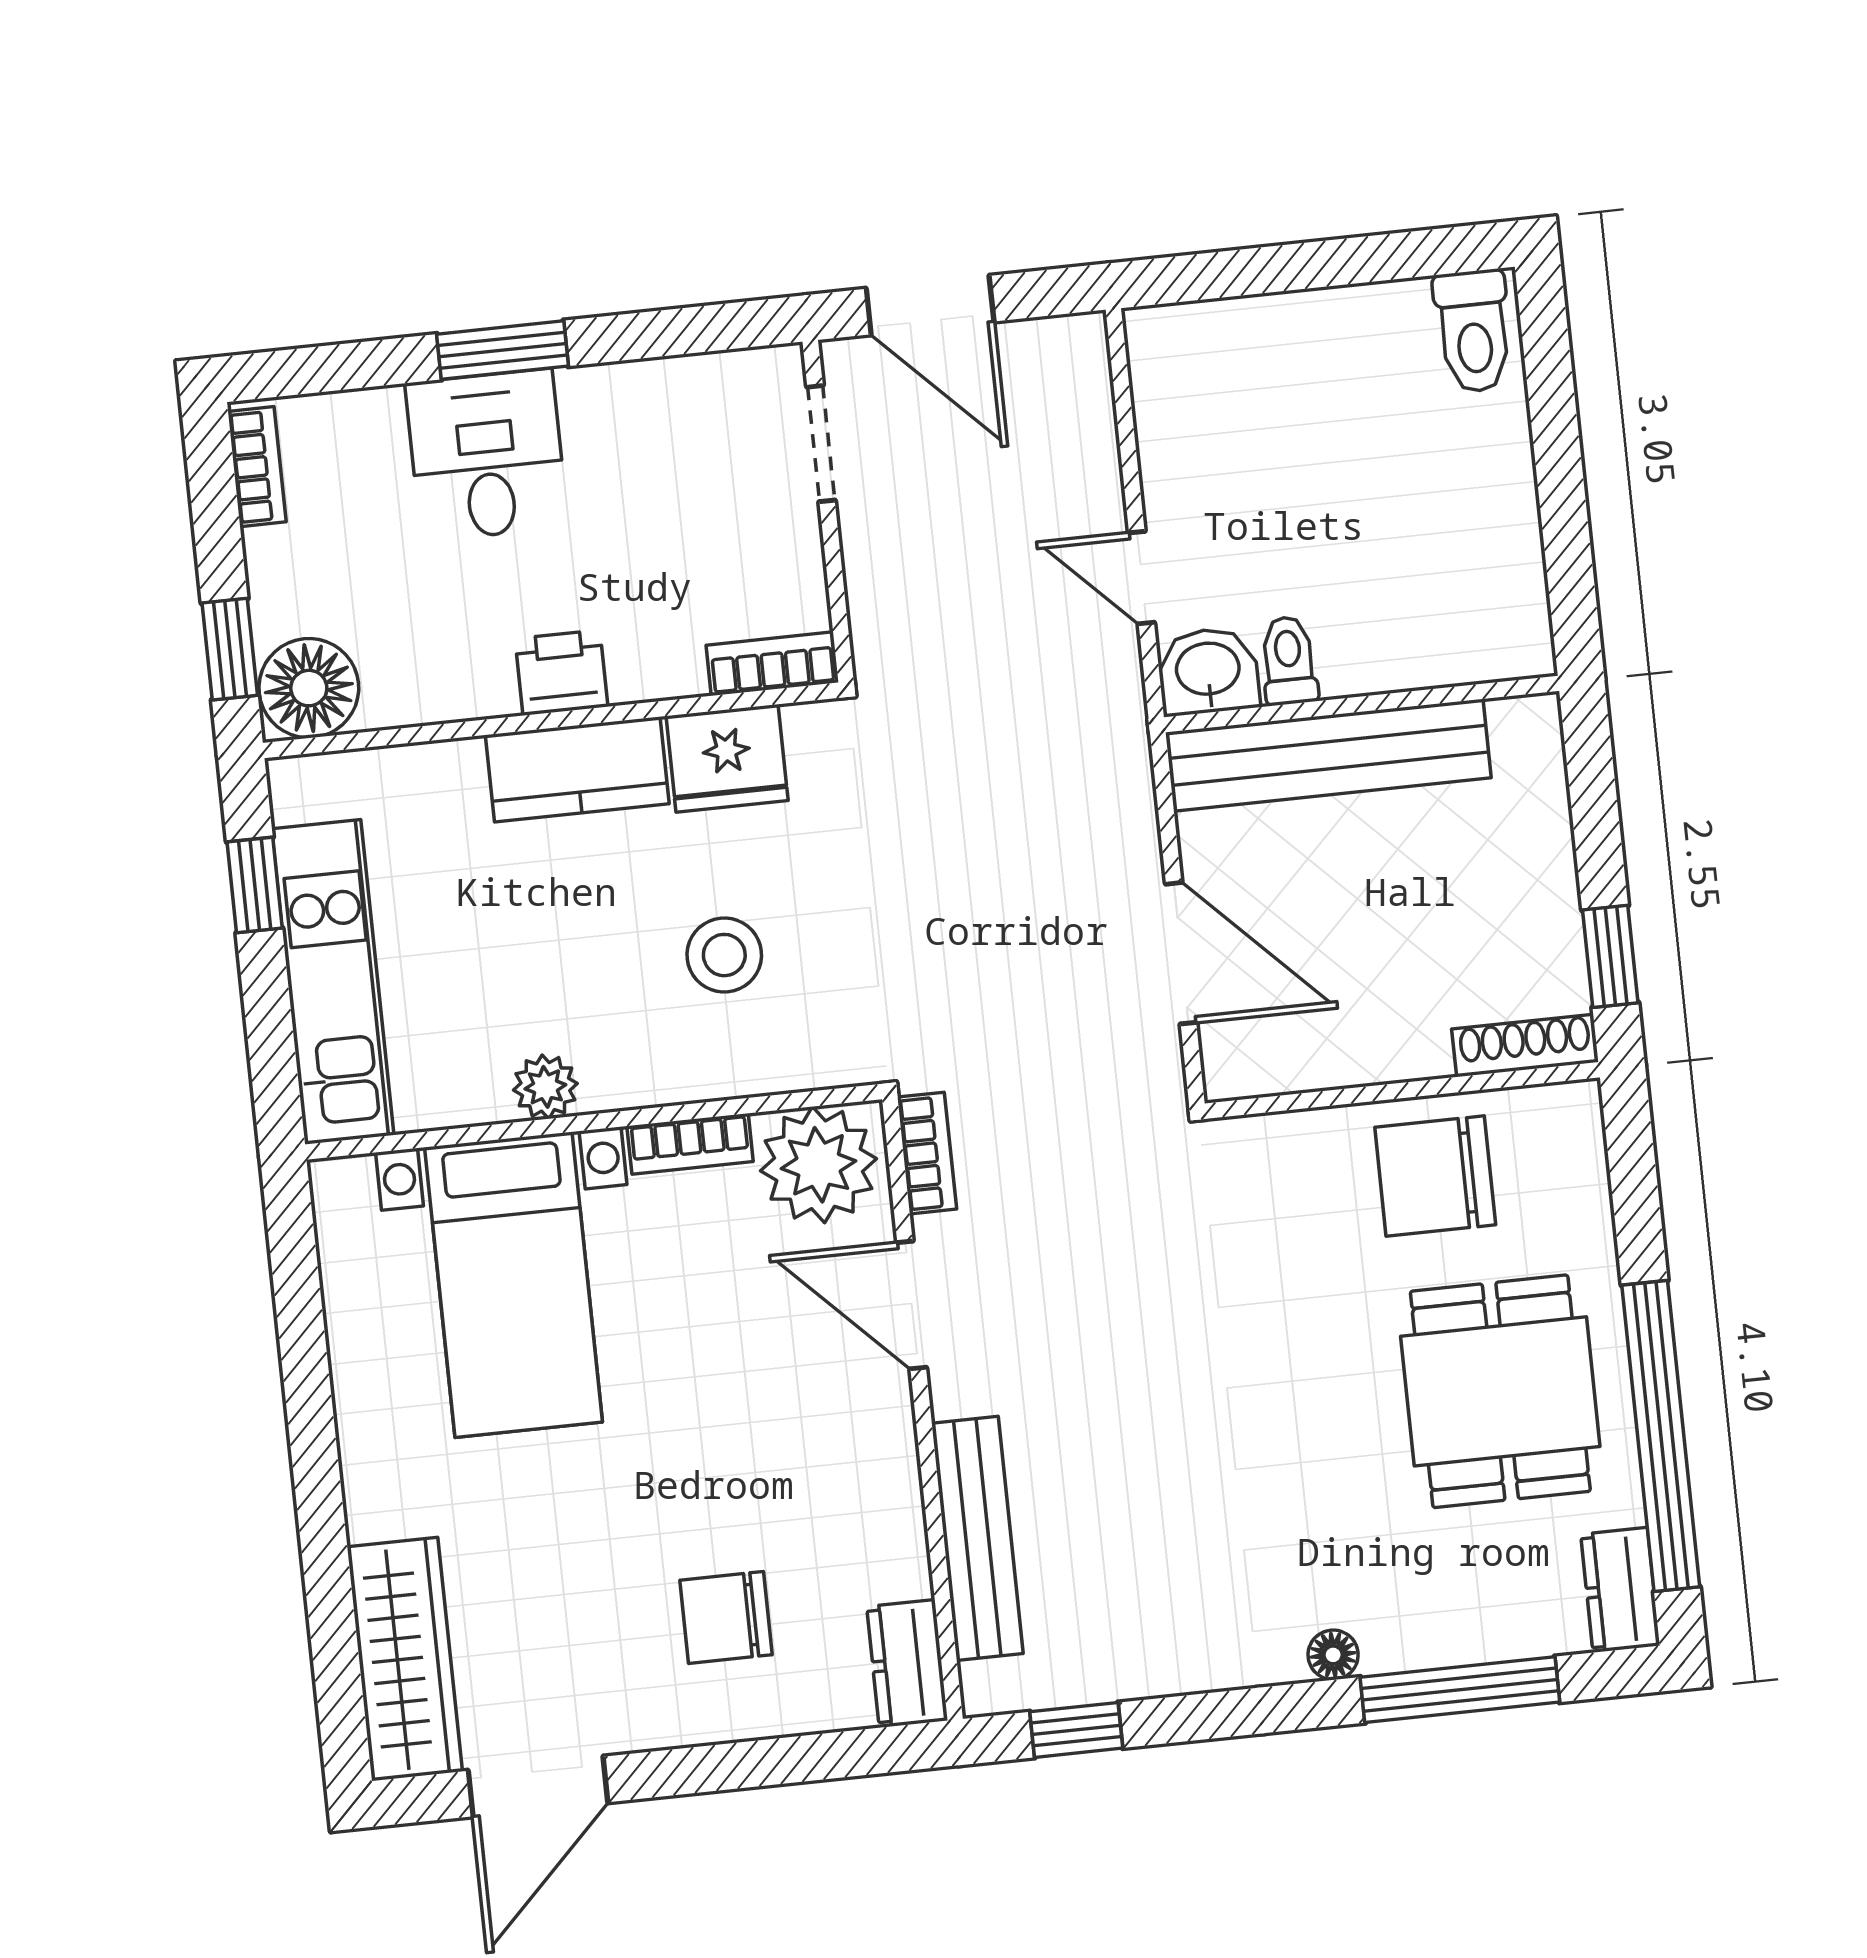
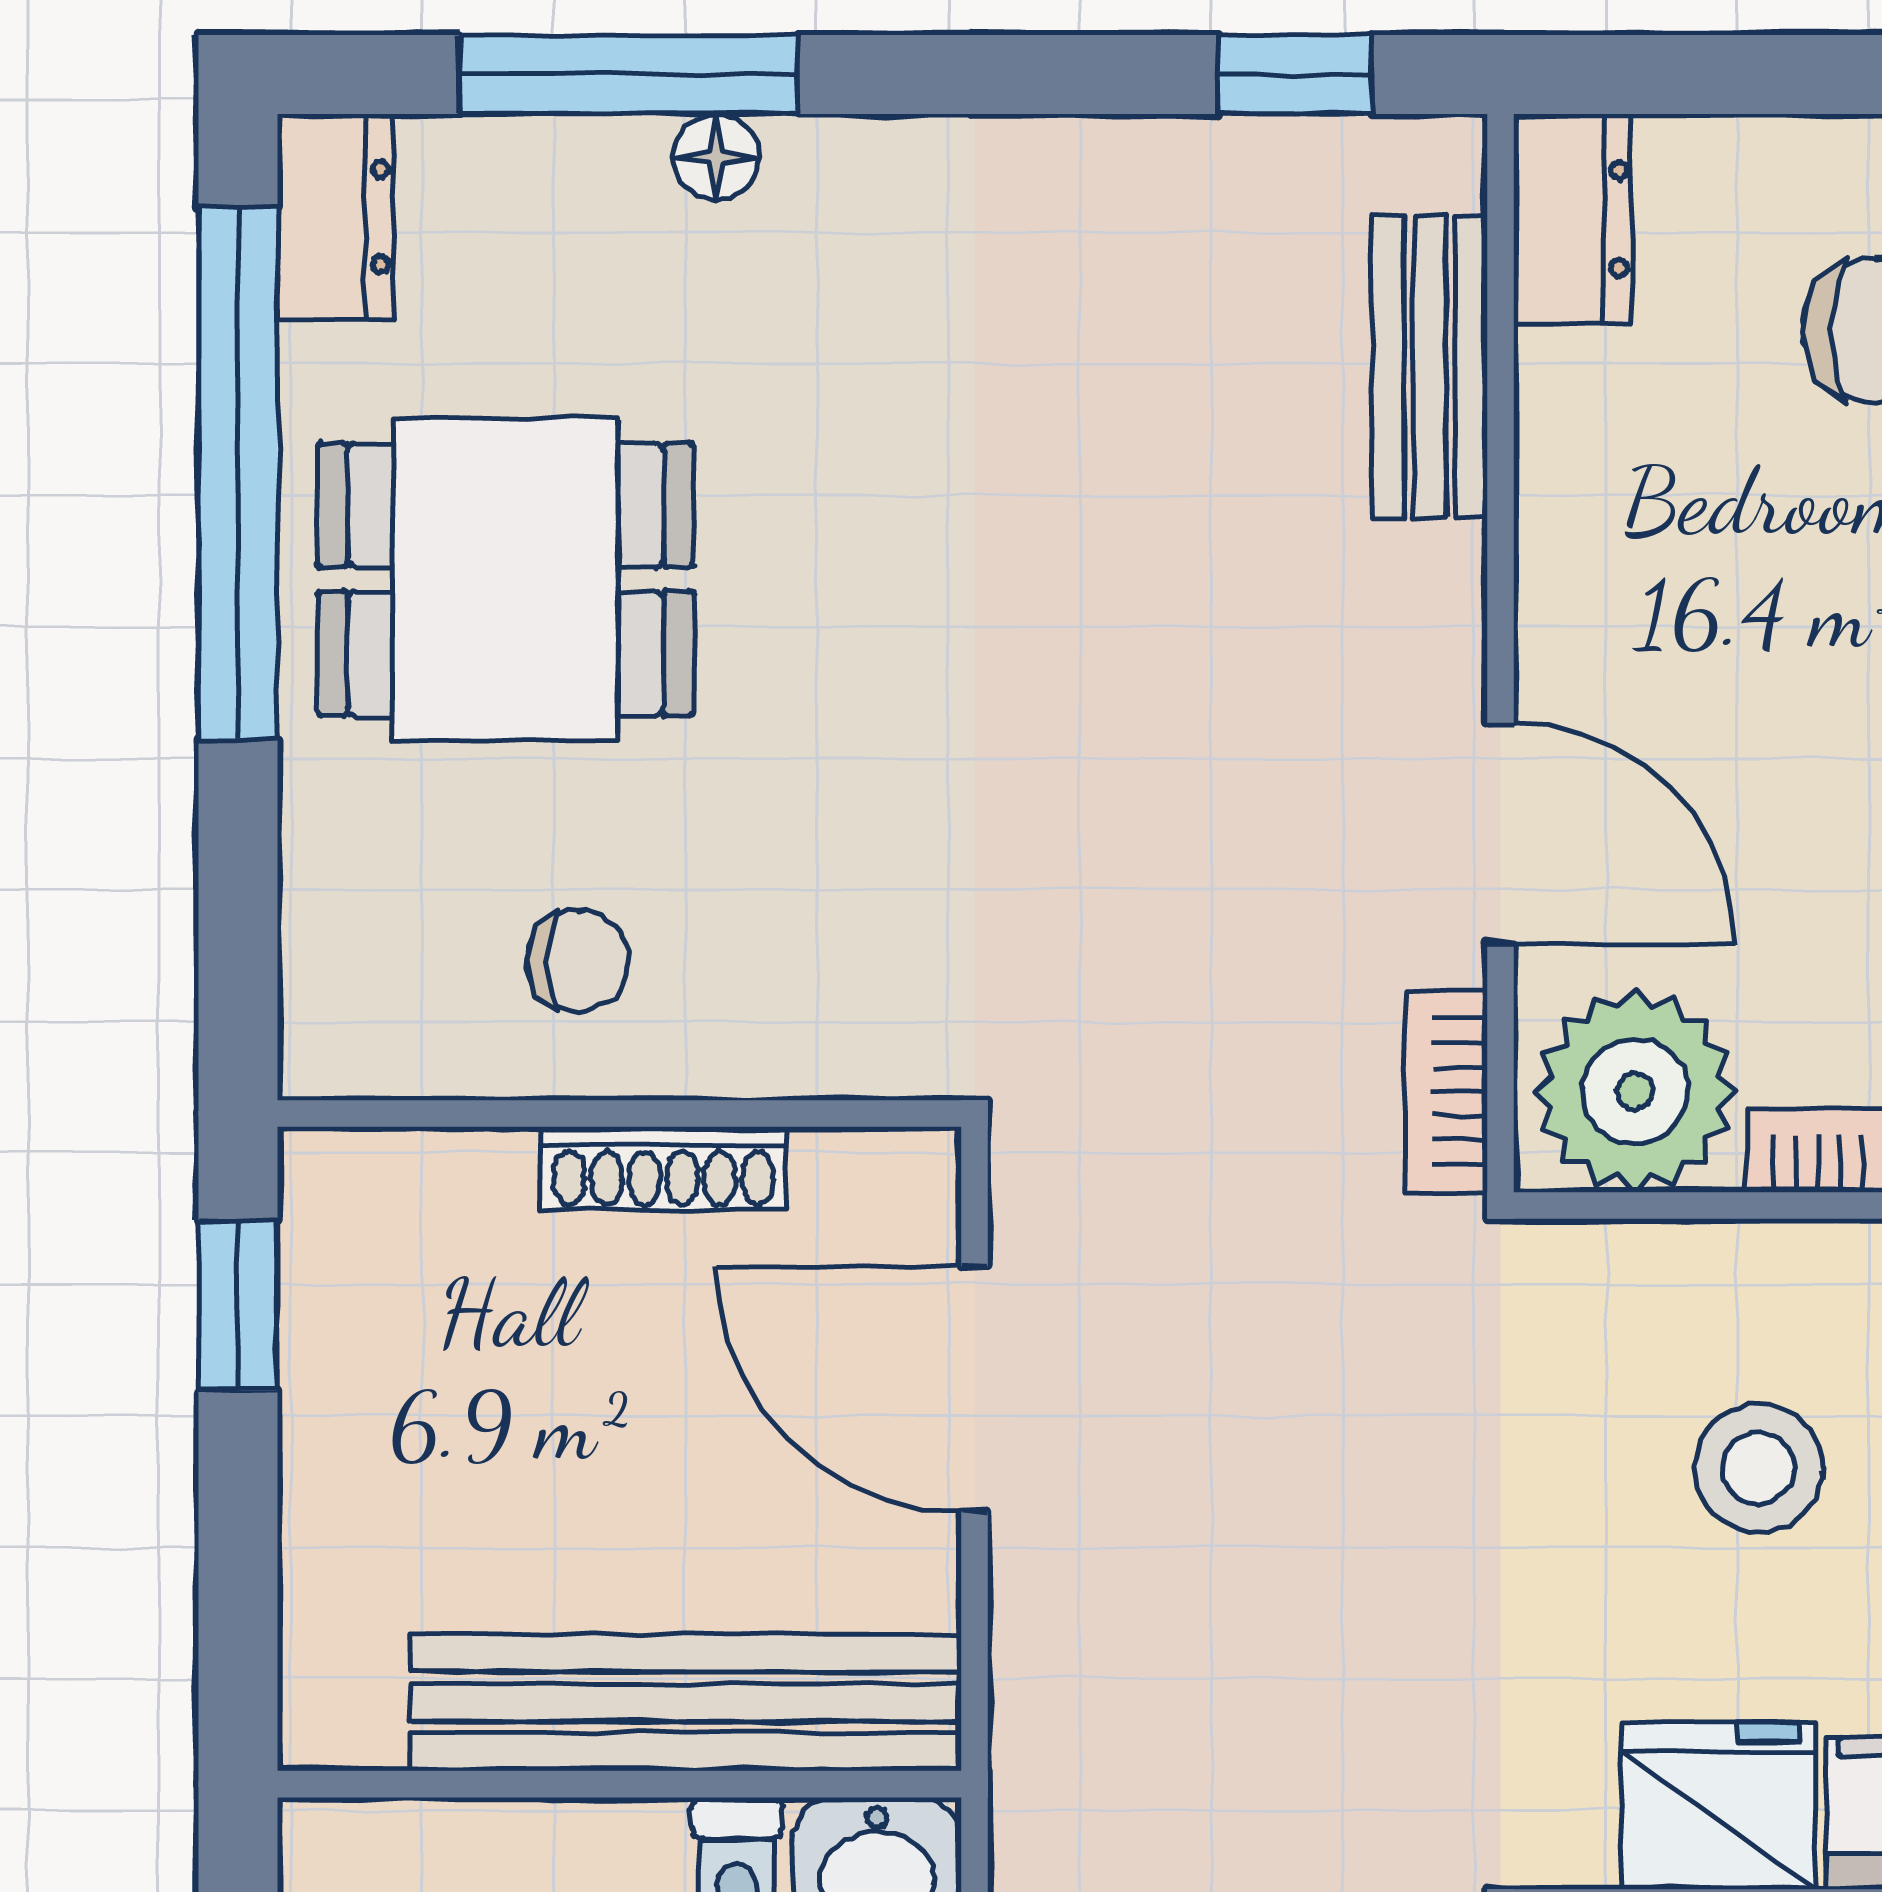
shoe rack: (1525, 1046) -> (663, 1168), moved
chair: (1435, 1176) -> (578, 961), width x0.54, depth x0.54
dining table: (1500, 1391) -> (505, 579), turned 90
bench: (977, 1538) -> (1430, 366), width x0.73
floor lamp: (1333, 1655) -> (716, 157), moved

